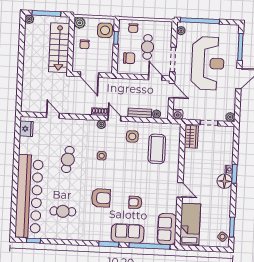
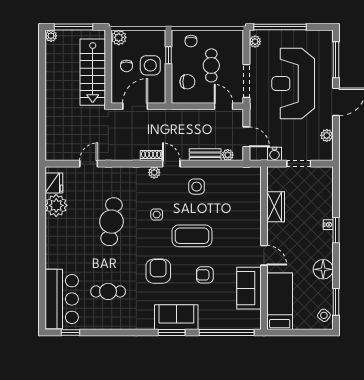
side table: (105, 30) -> (150, 65), moved
reception desk: (208, 63) -> (293, 84), turned 180
door: (89, 75) -> (135, 106), swing flipped
door: (172, 91) -> (246, 137), moved
water cooler: (178, 114) -> (275, 154), moved
door: (53, 116) -> (89, 164), hinge flipped
plant: (230, 117) -> (327, 135), moved
wardrobe: (191, 137) -> (276, 207), moved
plant: (27, 146) -> (56, 205), added
coffee table: (157, 149) -> (192, 236), moved, turned 90
cafe table: (68, 160) -> (112, 222), width x1.37, depth x1.35
floor lamp: (225, 181) -> (323, 269), moved
bar counter: (29, 196) -> (62, 299), width x0.54
armchair: (101, 198) -> (158, 271), turned -90
sofa: (167, 229) -> (249, 288), moved
sofa: (128, 233) -> (176, 317), moved

